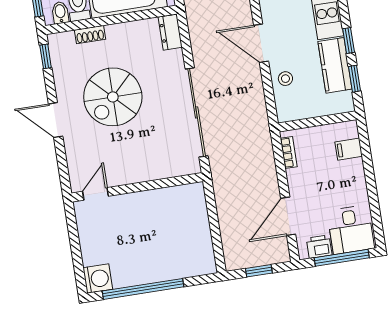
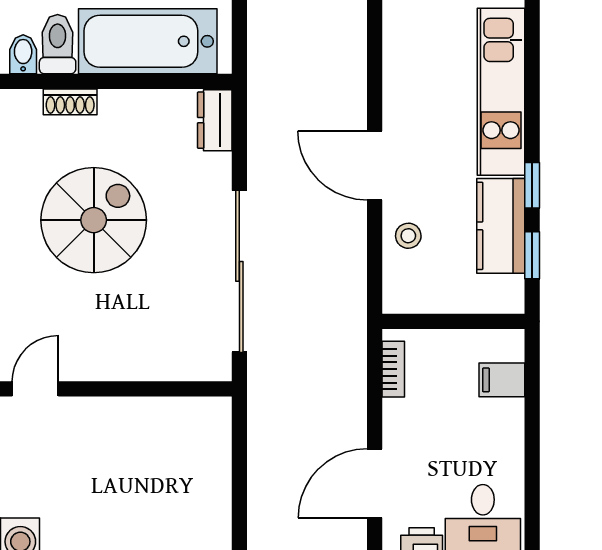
spiral stairs: (113, 97) -> (94, 220), turned 180

